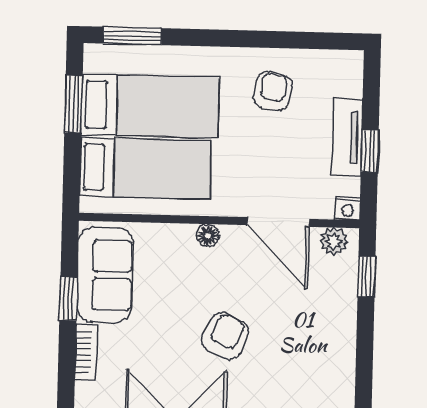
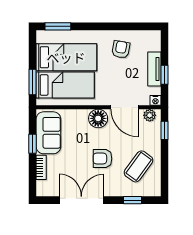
window: (73, 104) -> (32, 82), moved
floor lamp: (208, 235) -> (98, 118), width x1.89, depth x1.89
armchair: (225, 336) -> (102, 159), turned -115
coffee table: (306, 356) -> (139, 166), added

